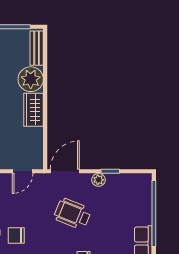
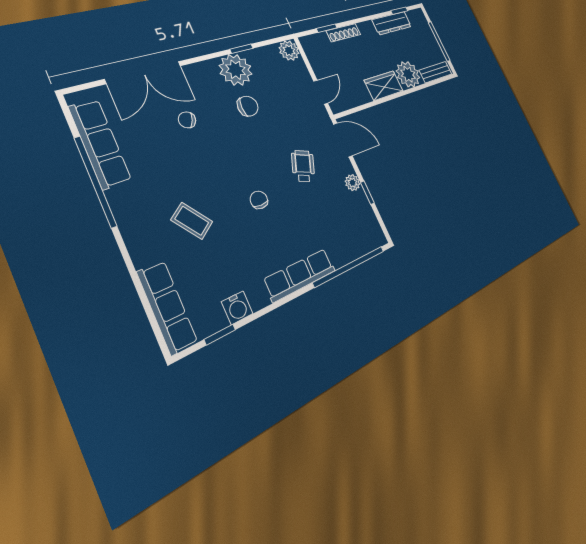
door: (23, 171) -> (321, 92), swing flipped
wheelchair: (72, 214) -> (303, 166), width x0.73, depth x0.73
chair: (16, 235) -> (248, 106), turned 90

